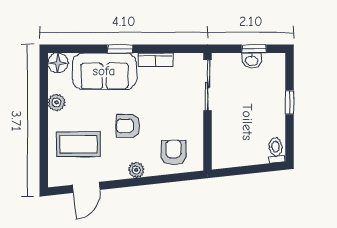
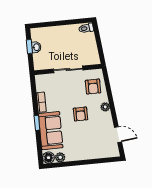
sliding door: (208, 85) -> (68, 69), moved
plant: (57, 102) -> (60, 157), moved
window: (289, 102) -> (58, 23), removed
coffee table: (78, 144) -> (94, 141), removed
armchair: (174, 152) -> (93, 87), turned -90

